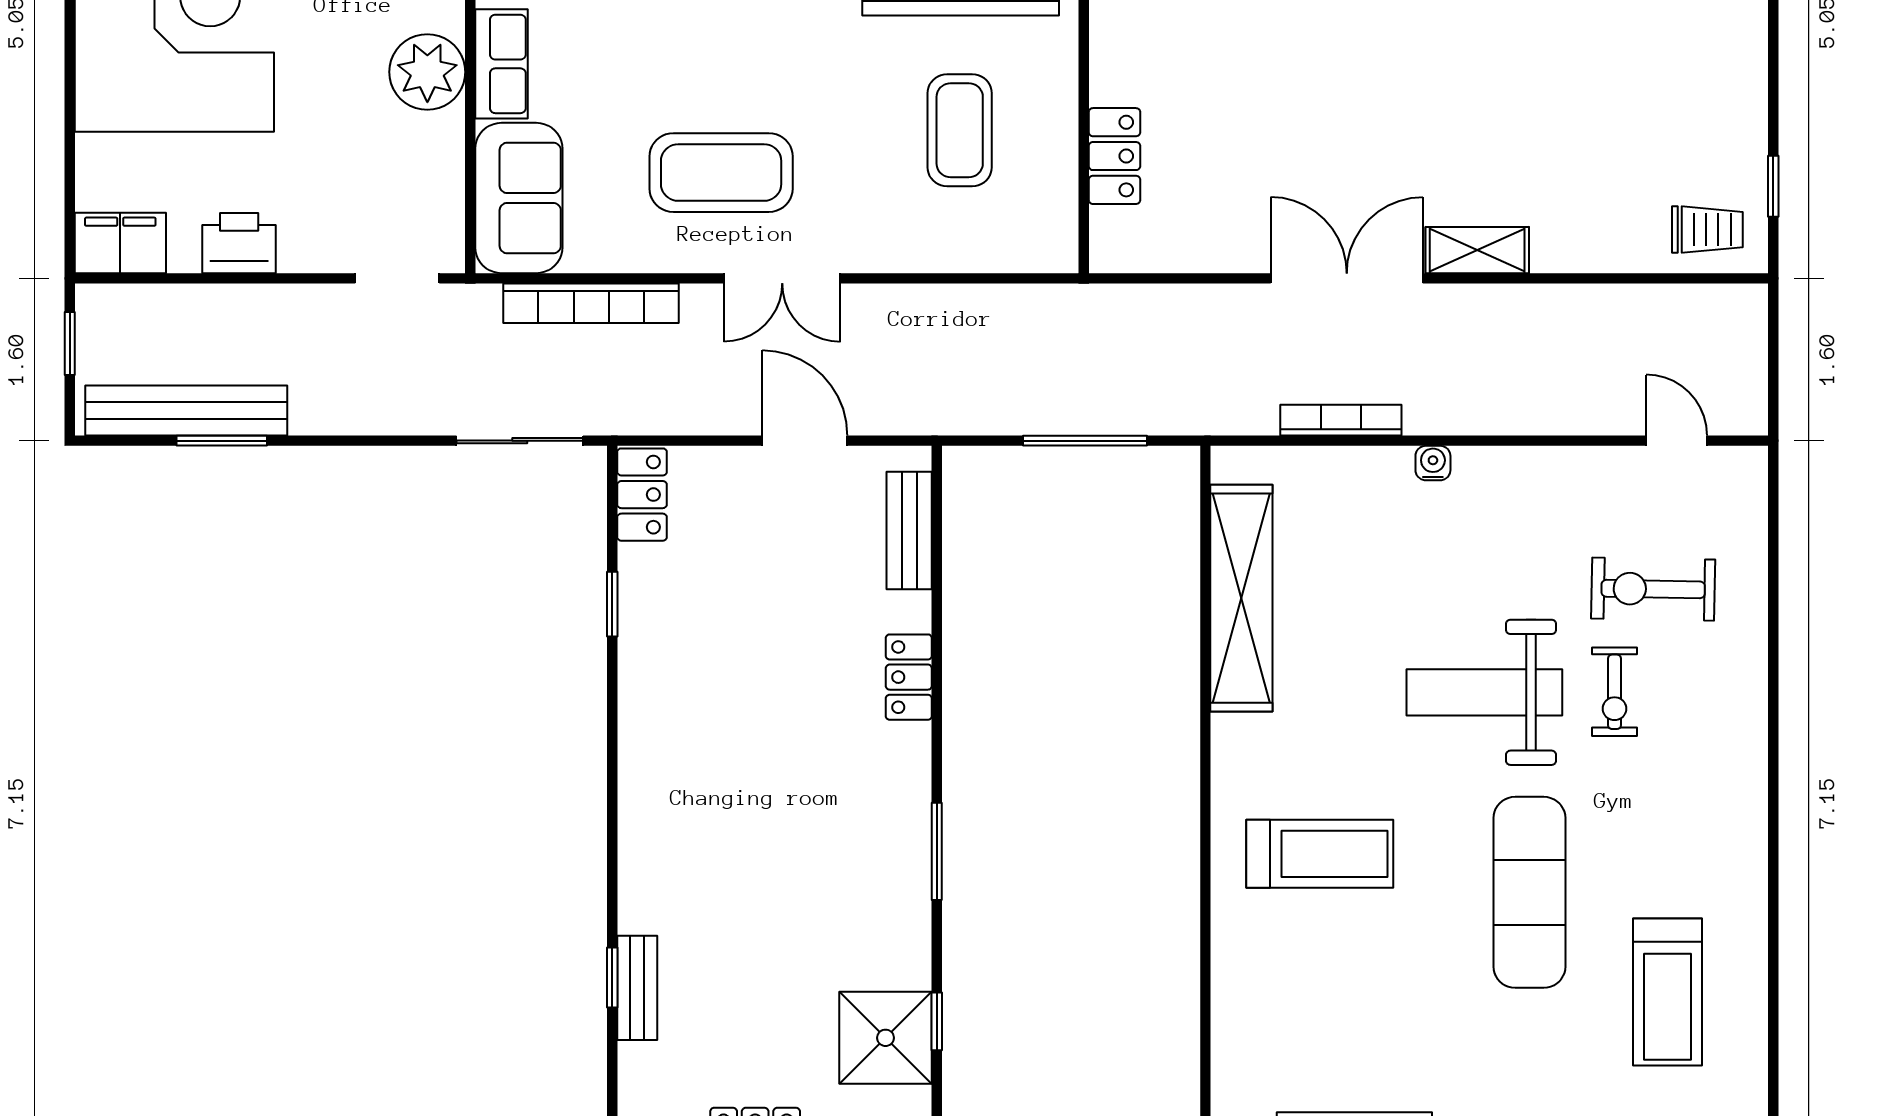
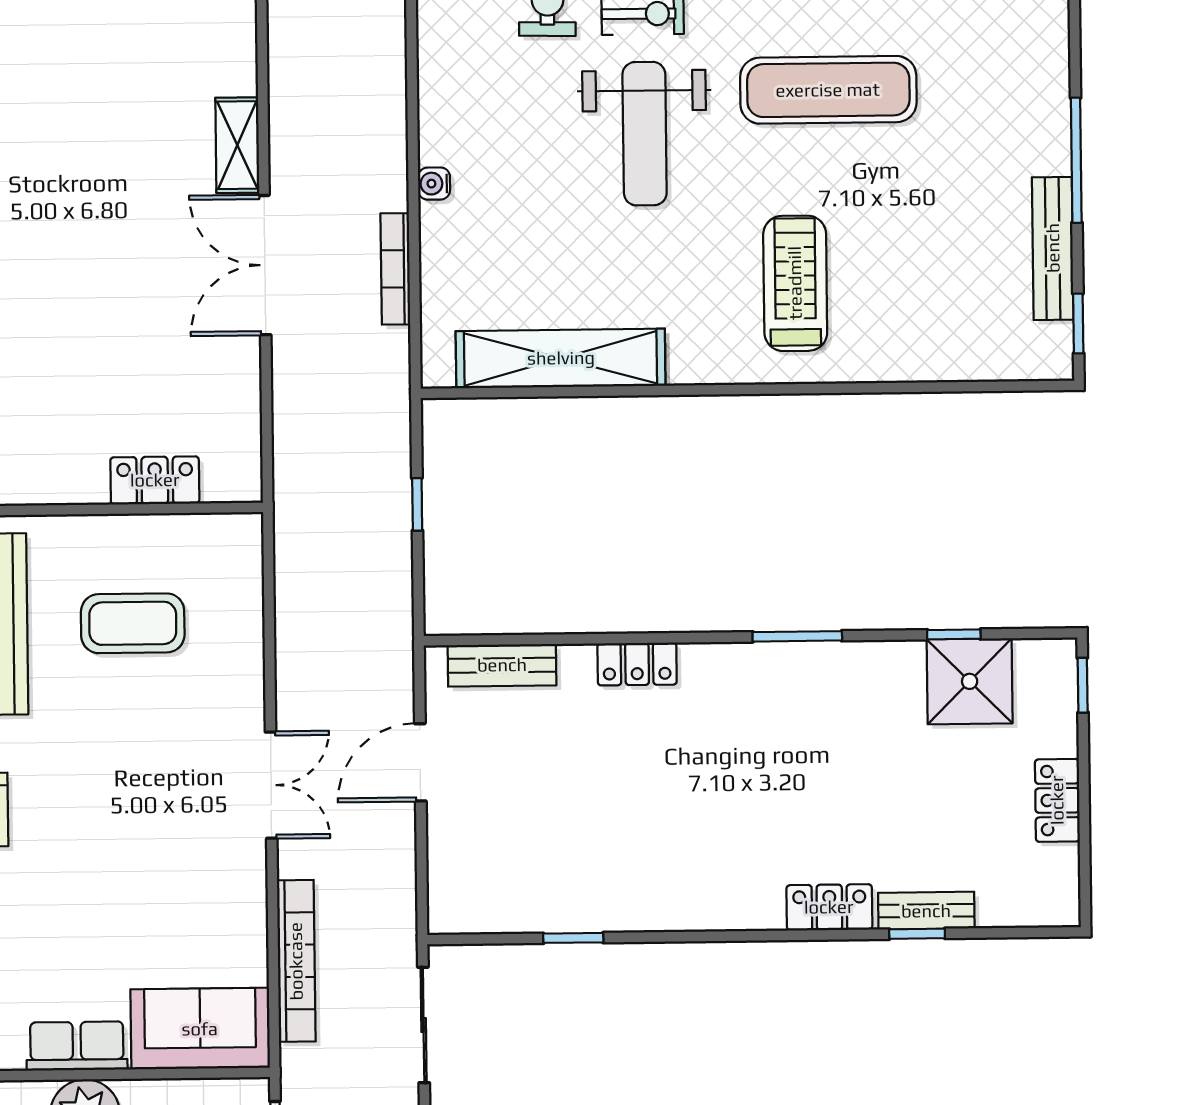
coffee table: (721, 173) -> (174, 843), removed
window: (1085, 441) -> (417, 504), width x0.46
locker: (642, 495) -> (829, 907), moved

